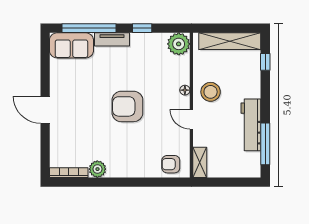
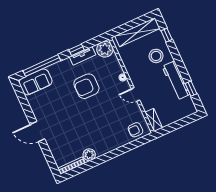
tv unit: (112, 39) -> (83, 56), moved
stool: (211, 92) -> (156, 56), moved
armchair: (127, 106) -> (86, 86), moved
window: (265, 144) -> (191, 89), width x0.46

